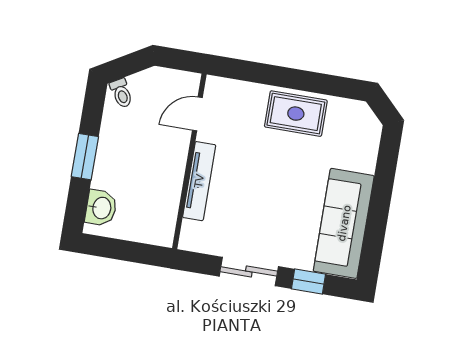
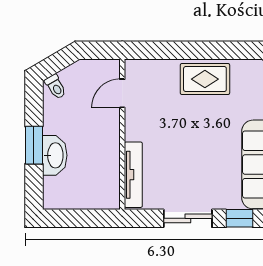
tv unit: (199, 181) -> (133, 175), moved
washbasin: (101, 208) -> (55, 155), moved, width x1.38

